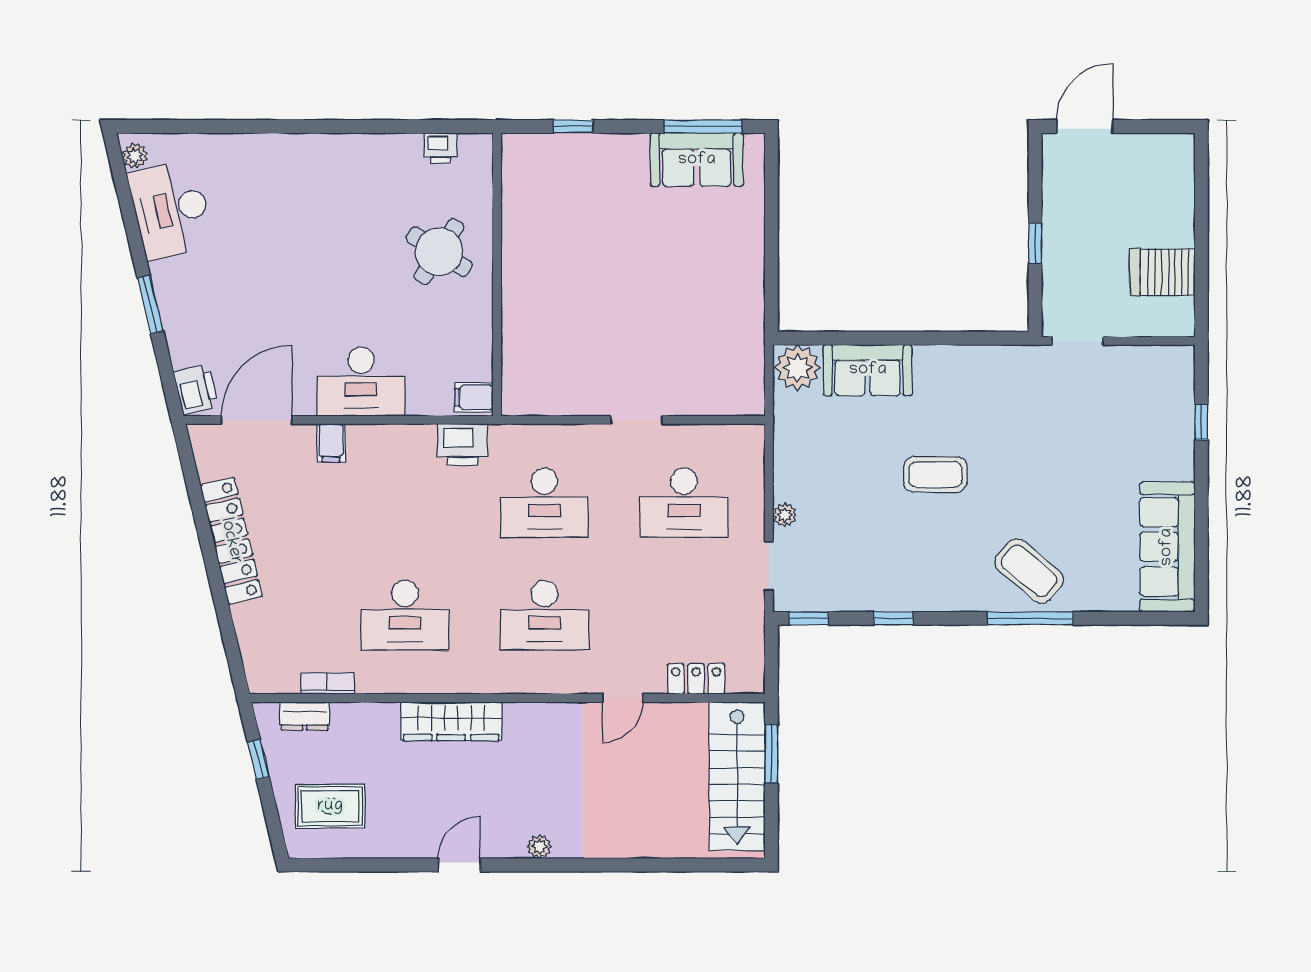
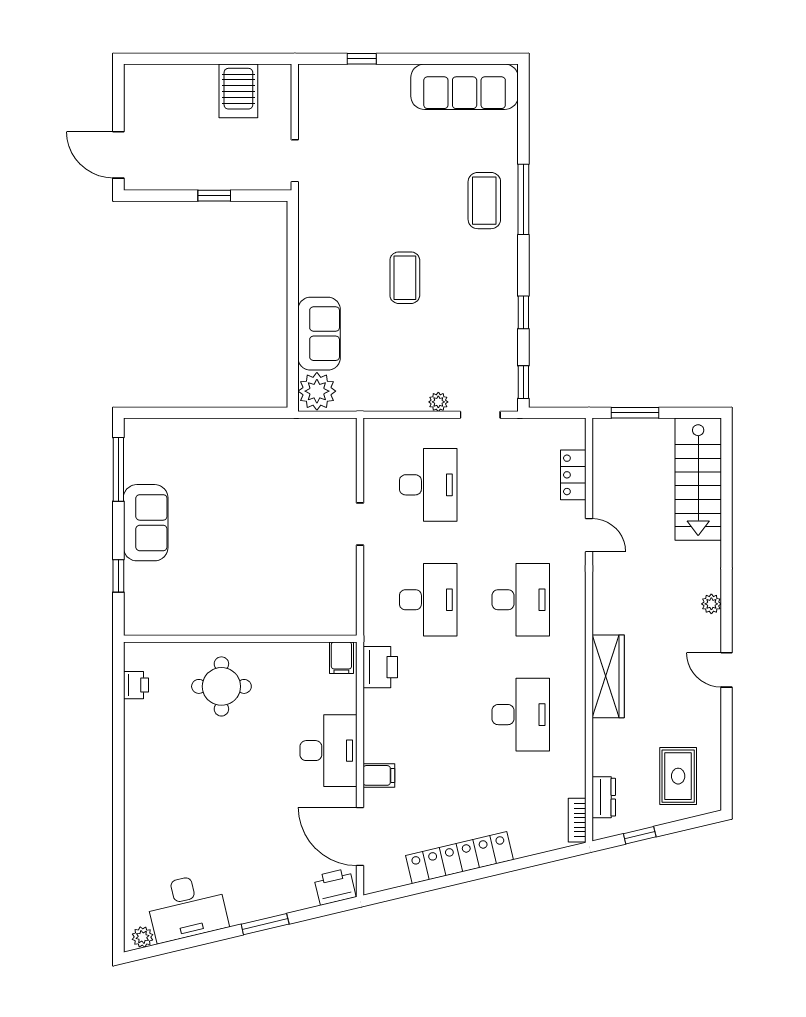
sofa: (697, 160) -> (146, 523), moved
round table: (439, 252) -> (221, 686), turned -33
coffee table: (1029, 571) -> (484, 201), turned -40
bookcase: (327, 684) -> (577, 820), moved
stairs: (737, 776) -> (698, 479), moved, turned 90

